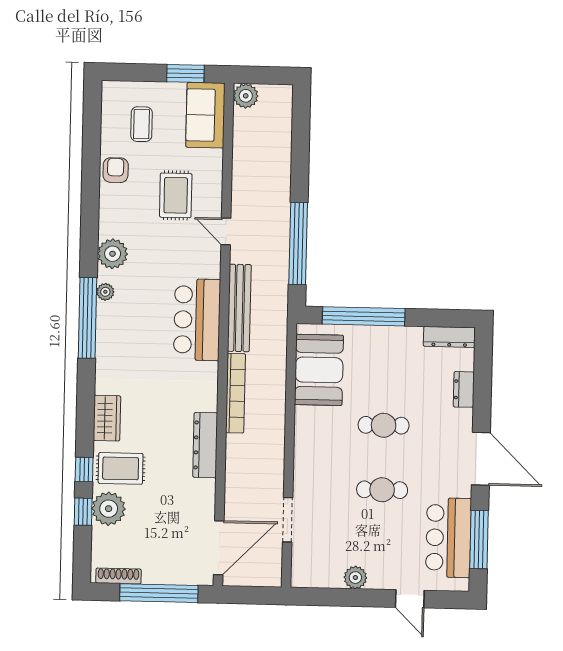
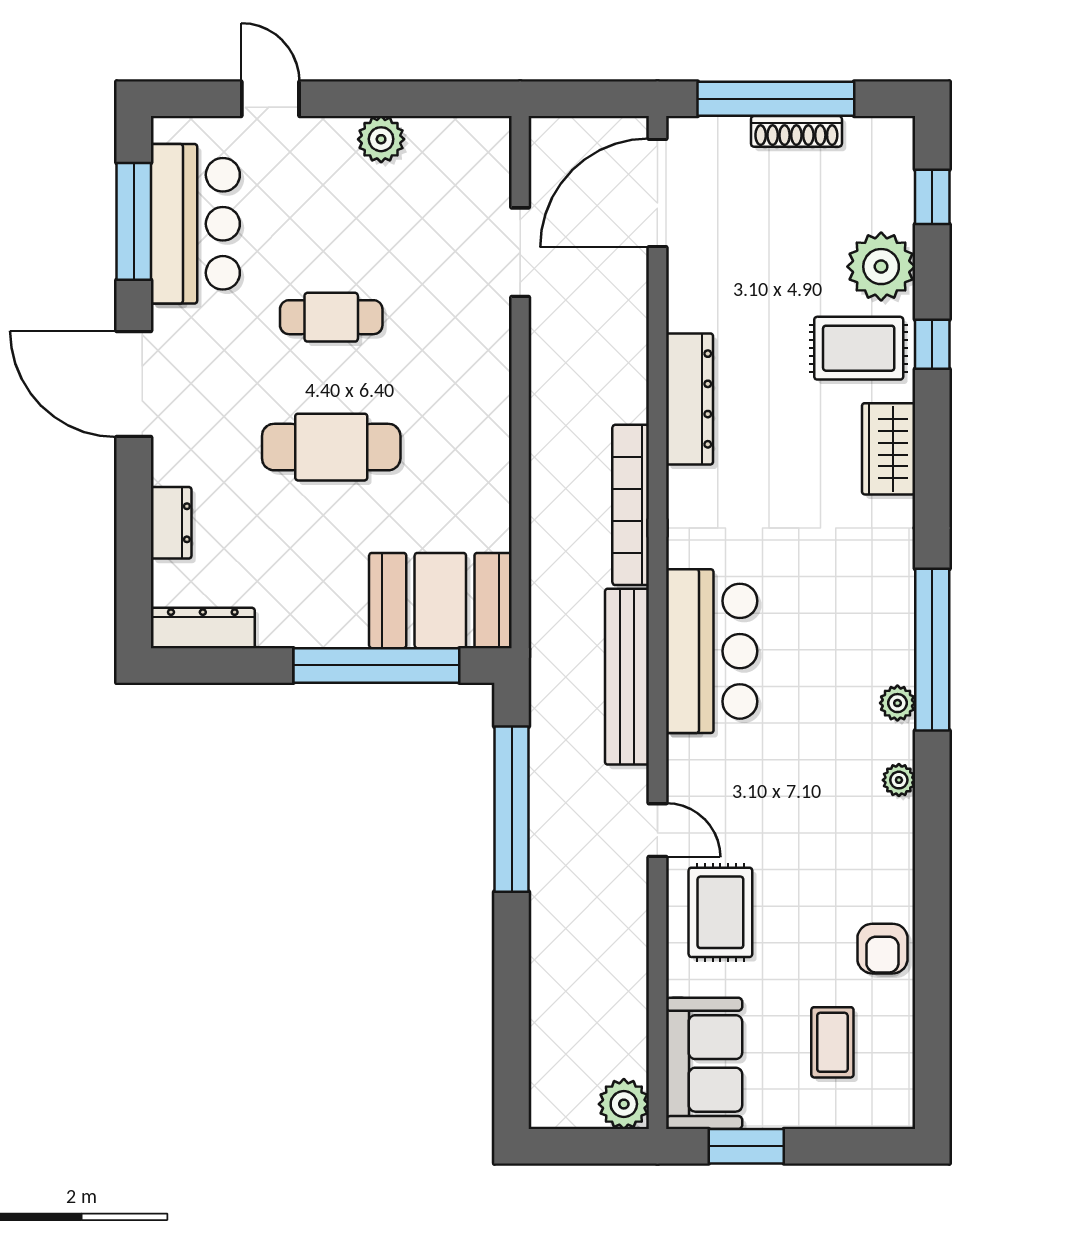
rug: (176, 195) -> (720, 912), moved
plant: (113, 254) -> (899, 780), width x0.53, depth x0.53
booth: (319, 370) -> (440, 601), moved, turned 90
cafe table: (384, 425) -> (331, 447), width x1.37, depth x1.35
window: (83, 512) -> (932, 197), moved
shoe rack: (118, 576) -> (796, 131), moved

